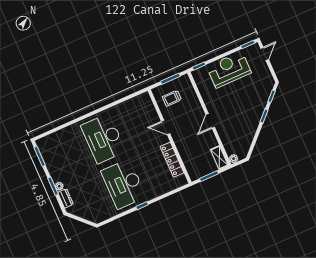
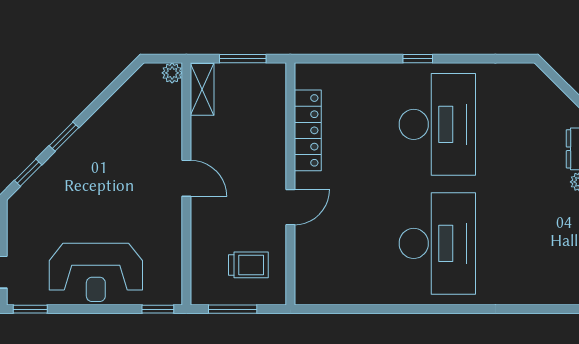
door: (210, 121) -> (186, 178), hinge flipped
door: (166, 127) -> (290, 207), hinge flipped

